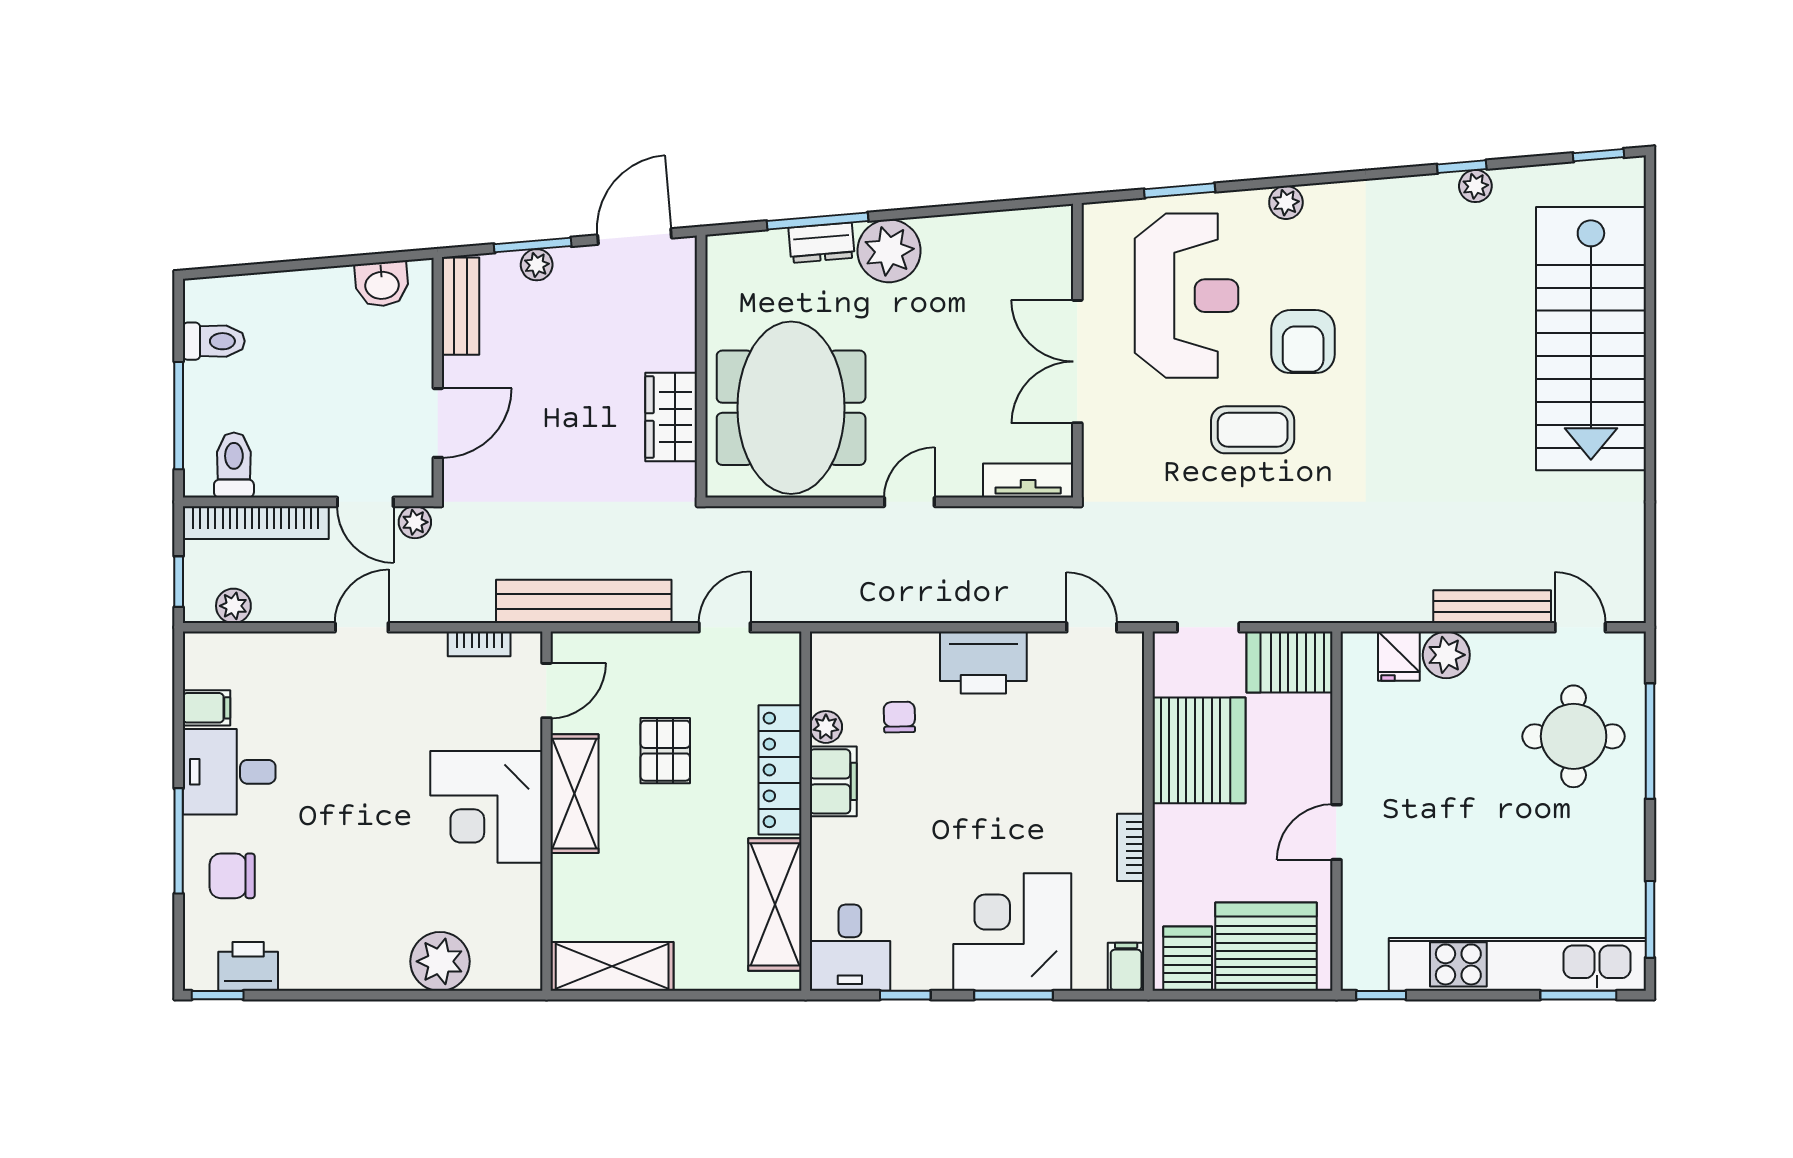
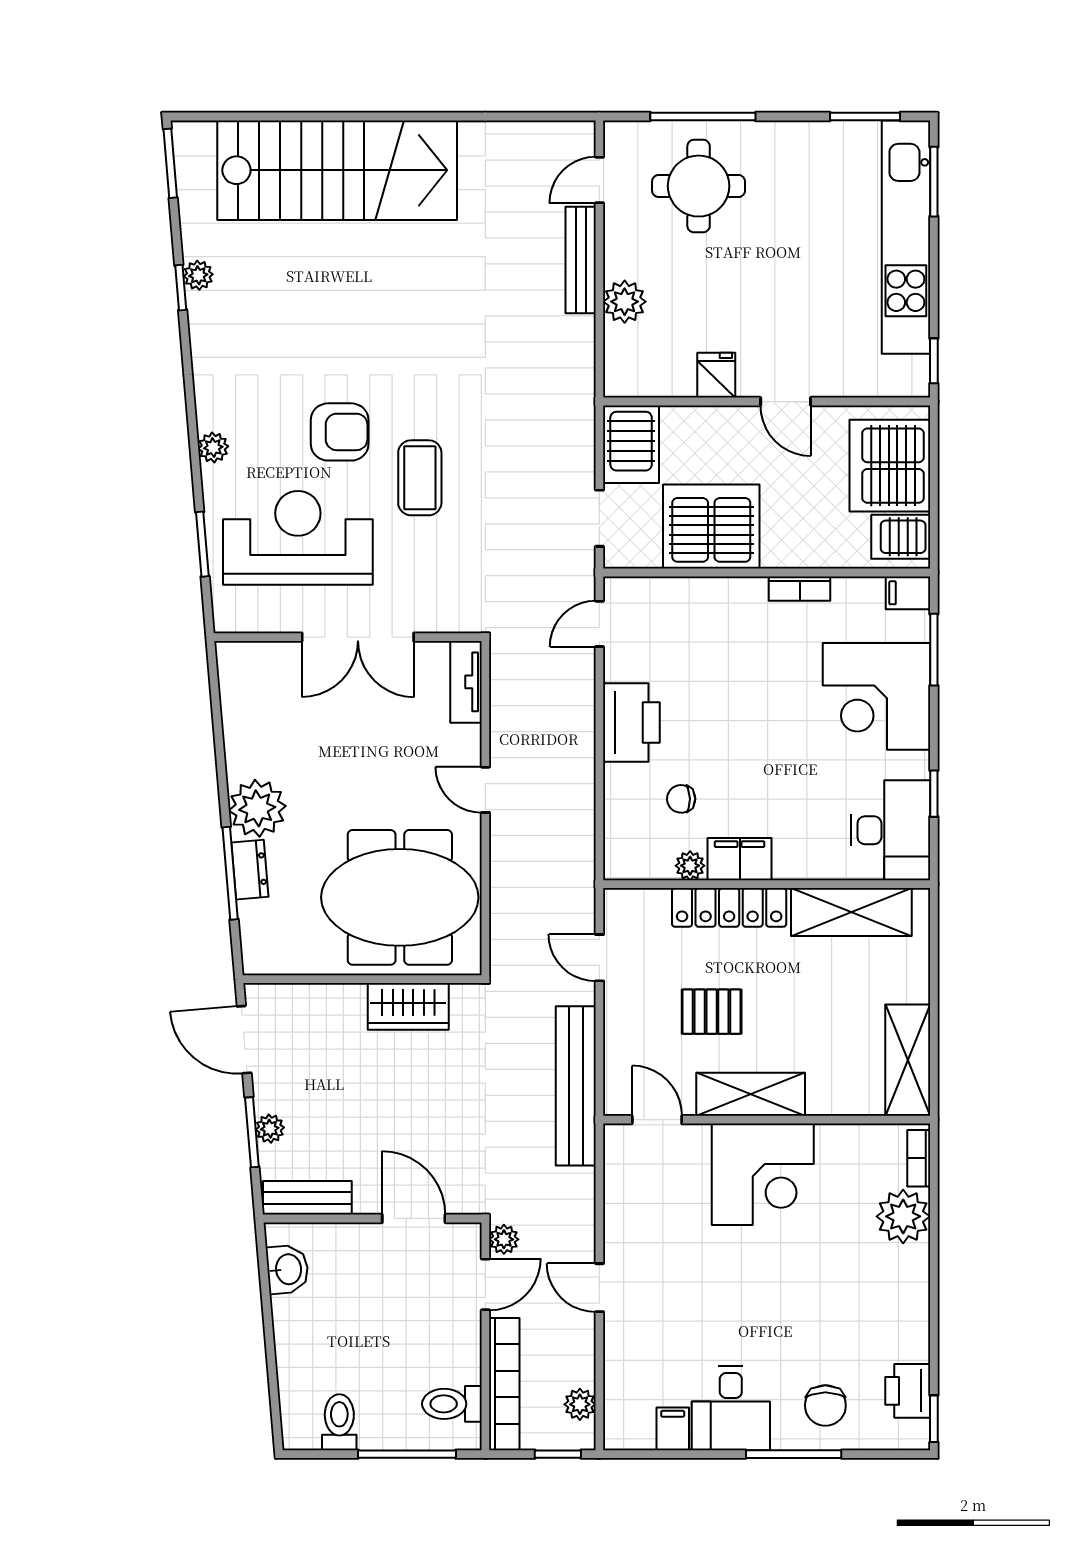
window: (1598, 155) -> (170, 163), width x1.50
bookcase: (479, 644) -> (919, 1158), moved, turned 180
fridge: (1399, 656) -> (716, 375), moved, turned -90
desk: (850, 948) -> (891, 830), width x1.37
window: (1014, 995) -> (934, 650), moved

